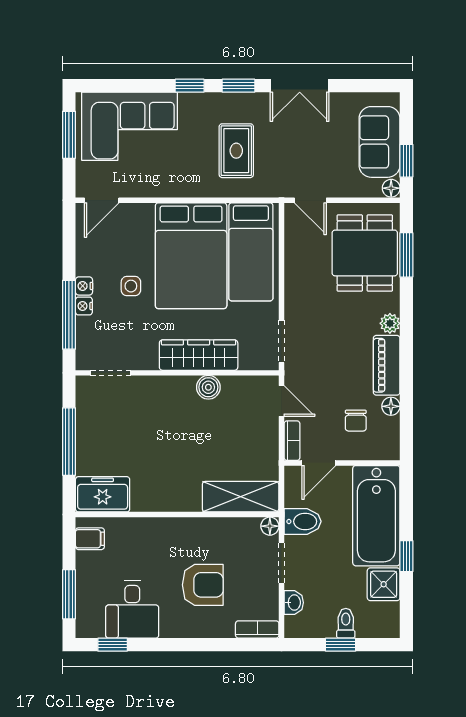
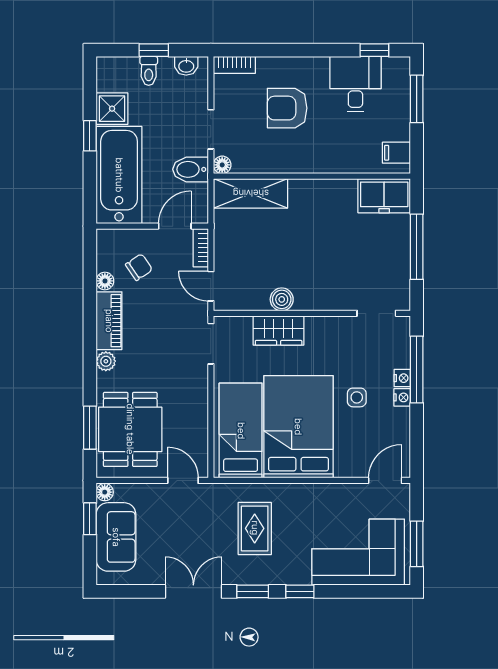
wardrobe: (199, 355) -> (279, 331), width x0.67
chair: (356, 421) -> (139, 267), turned 56
washbasin: (294, 603) -> (186, 66), moved, turned -90

